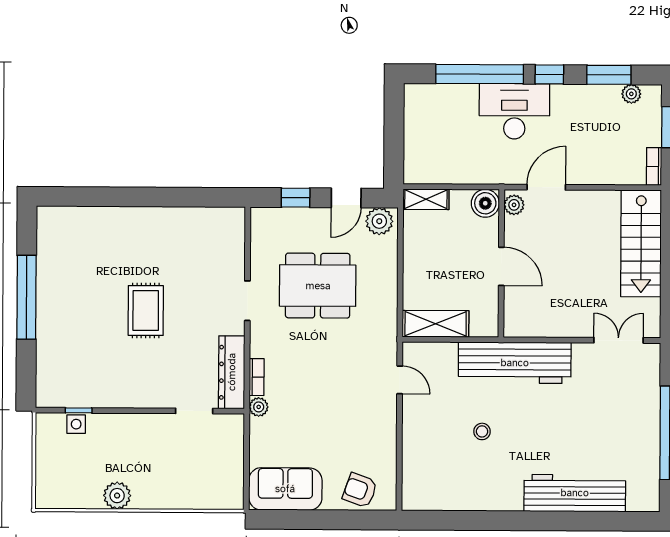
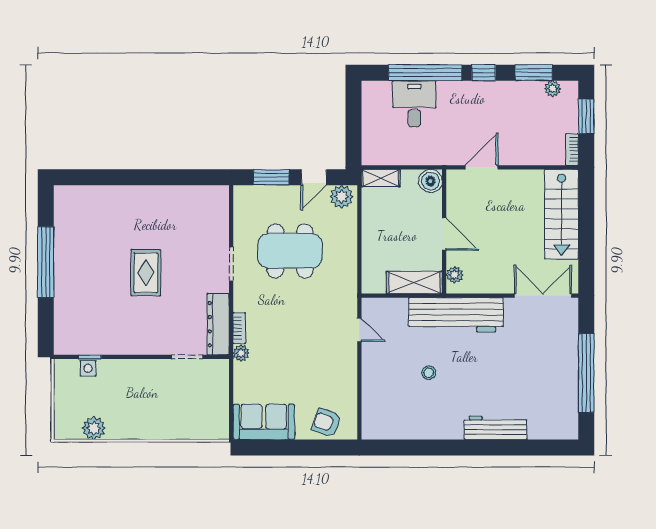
desk: (514, 111) -> (414, 104), moved, width x0.73
window: (296, 198) -> (271, 177), width x1.50
plant: (514, 205) -> (455, 275), moved
shelving: (436, 324) -> (414, 282), moved
double door: (618, 340) -> (543, 296), width x1.37
workbench: (575, 493) -> (496, 428), width x0.73, depth x0.76
plant: (117, 496) -> (94, 428), moved

